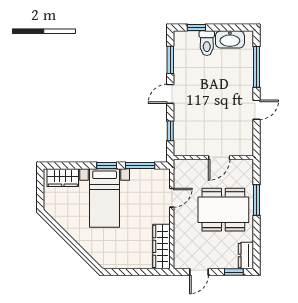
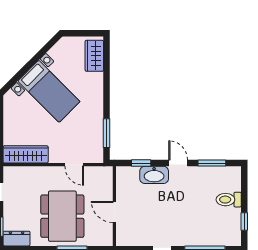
window: (196, 28) -> (244, 222), moved
washbasin: (230, 39) -> (154, 175), moved, turned -90
window: (107, 165) -> (106, 100), removed
bed with nightstands: (105, 198) -> (49, 91), moved, turned -135

